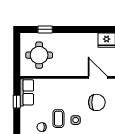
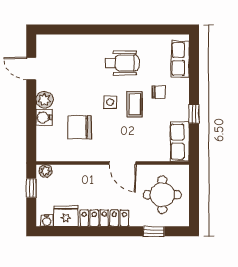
locker: (80, 39) -> (104, 218), added
door: (98, 77) -> (122, 163), moved
window: (17, 102) -> (194, 114), moved

